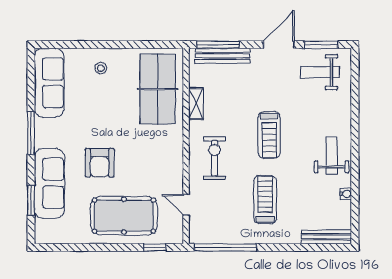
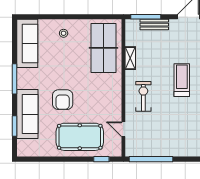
bench: (223, 56) -> (154, 25), width x0.73
treadmill: (269, 135) -> (182, 80), turned 180
treadmill: (265, 200) -> (179, 126), removed

